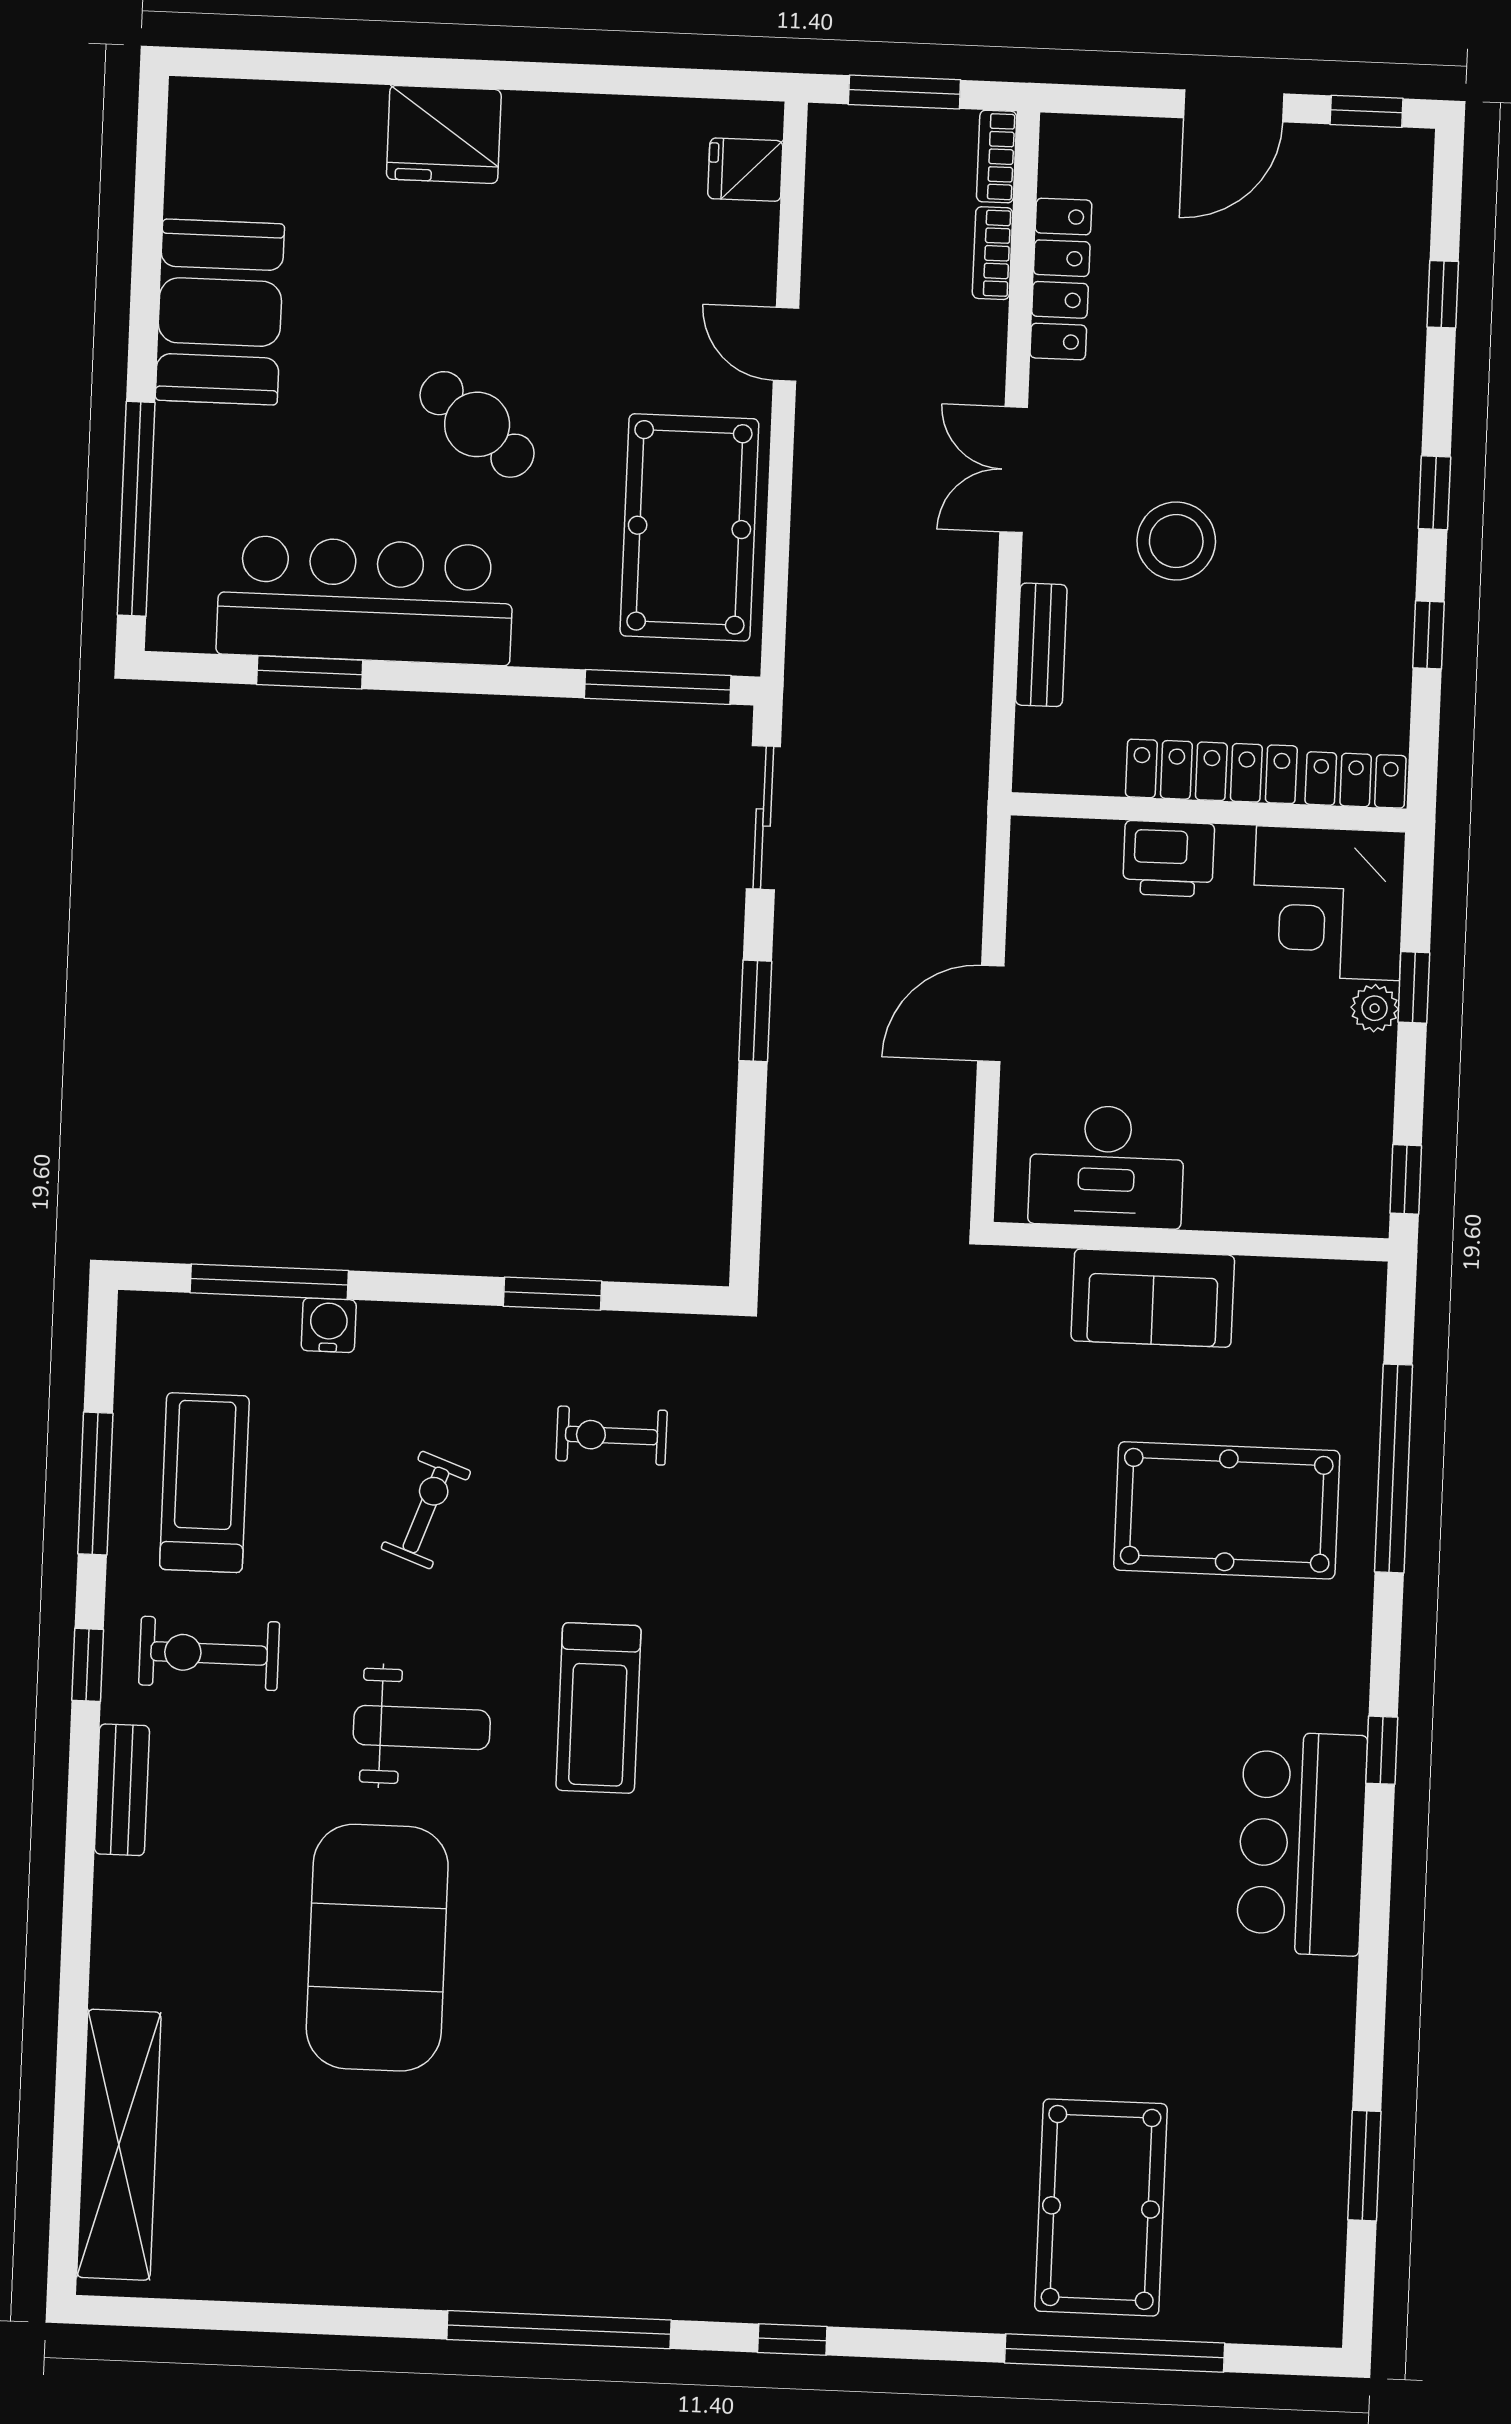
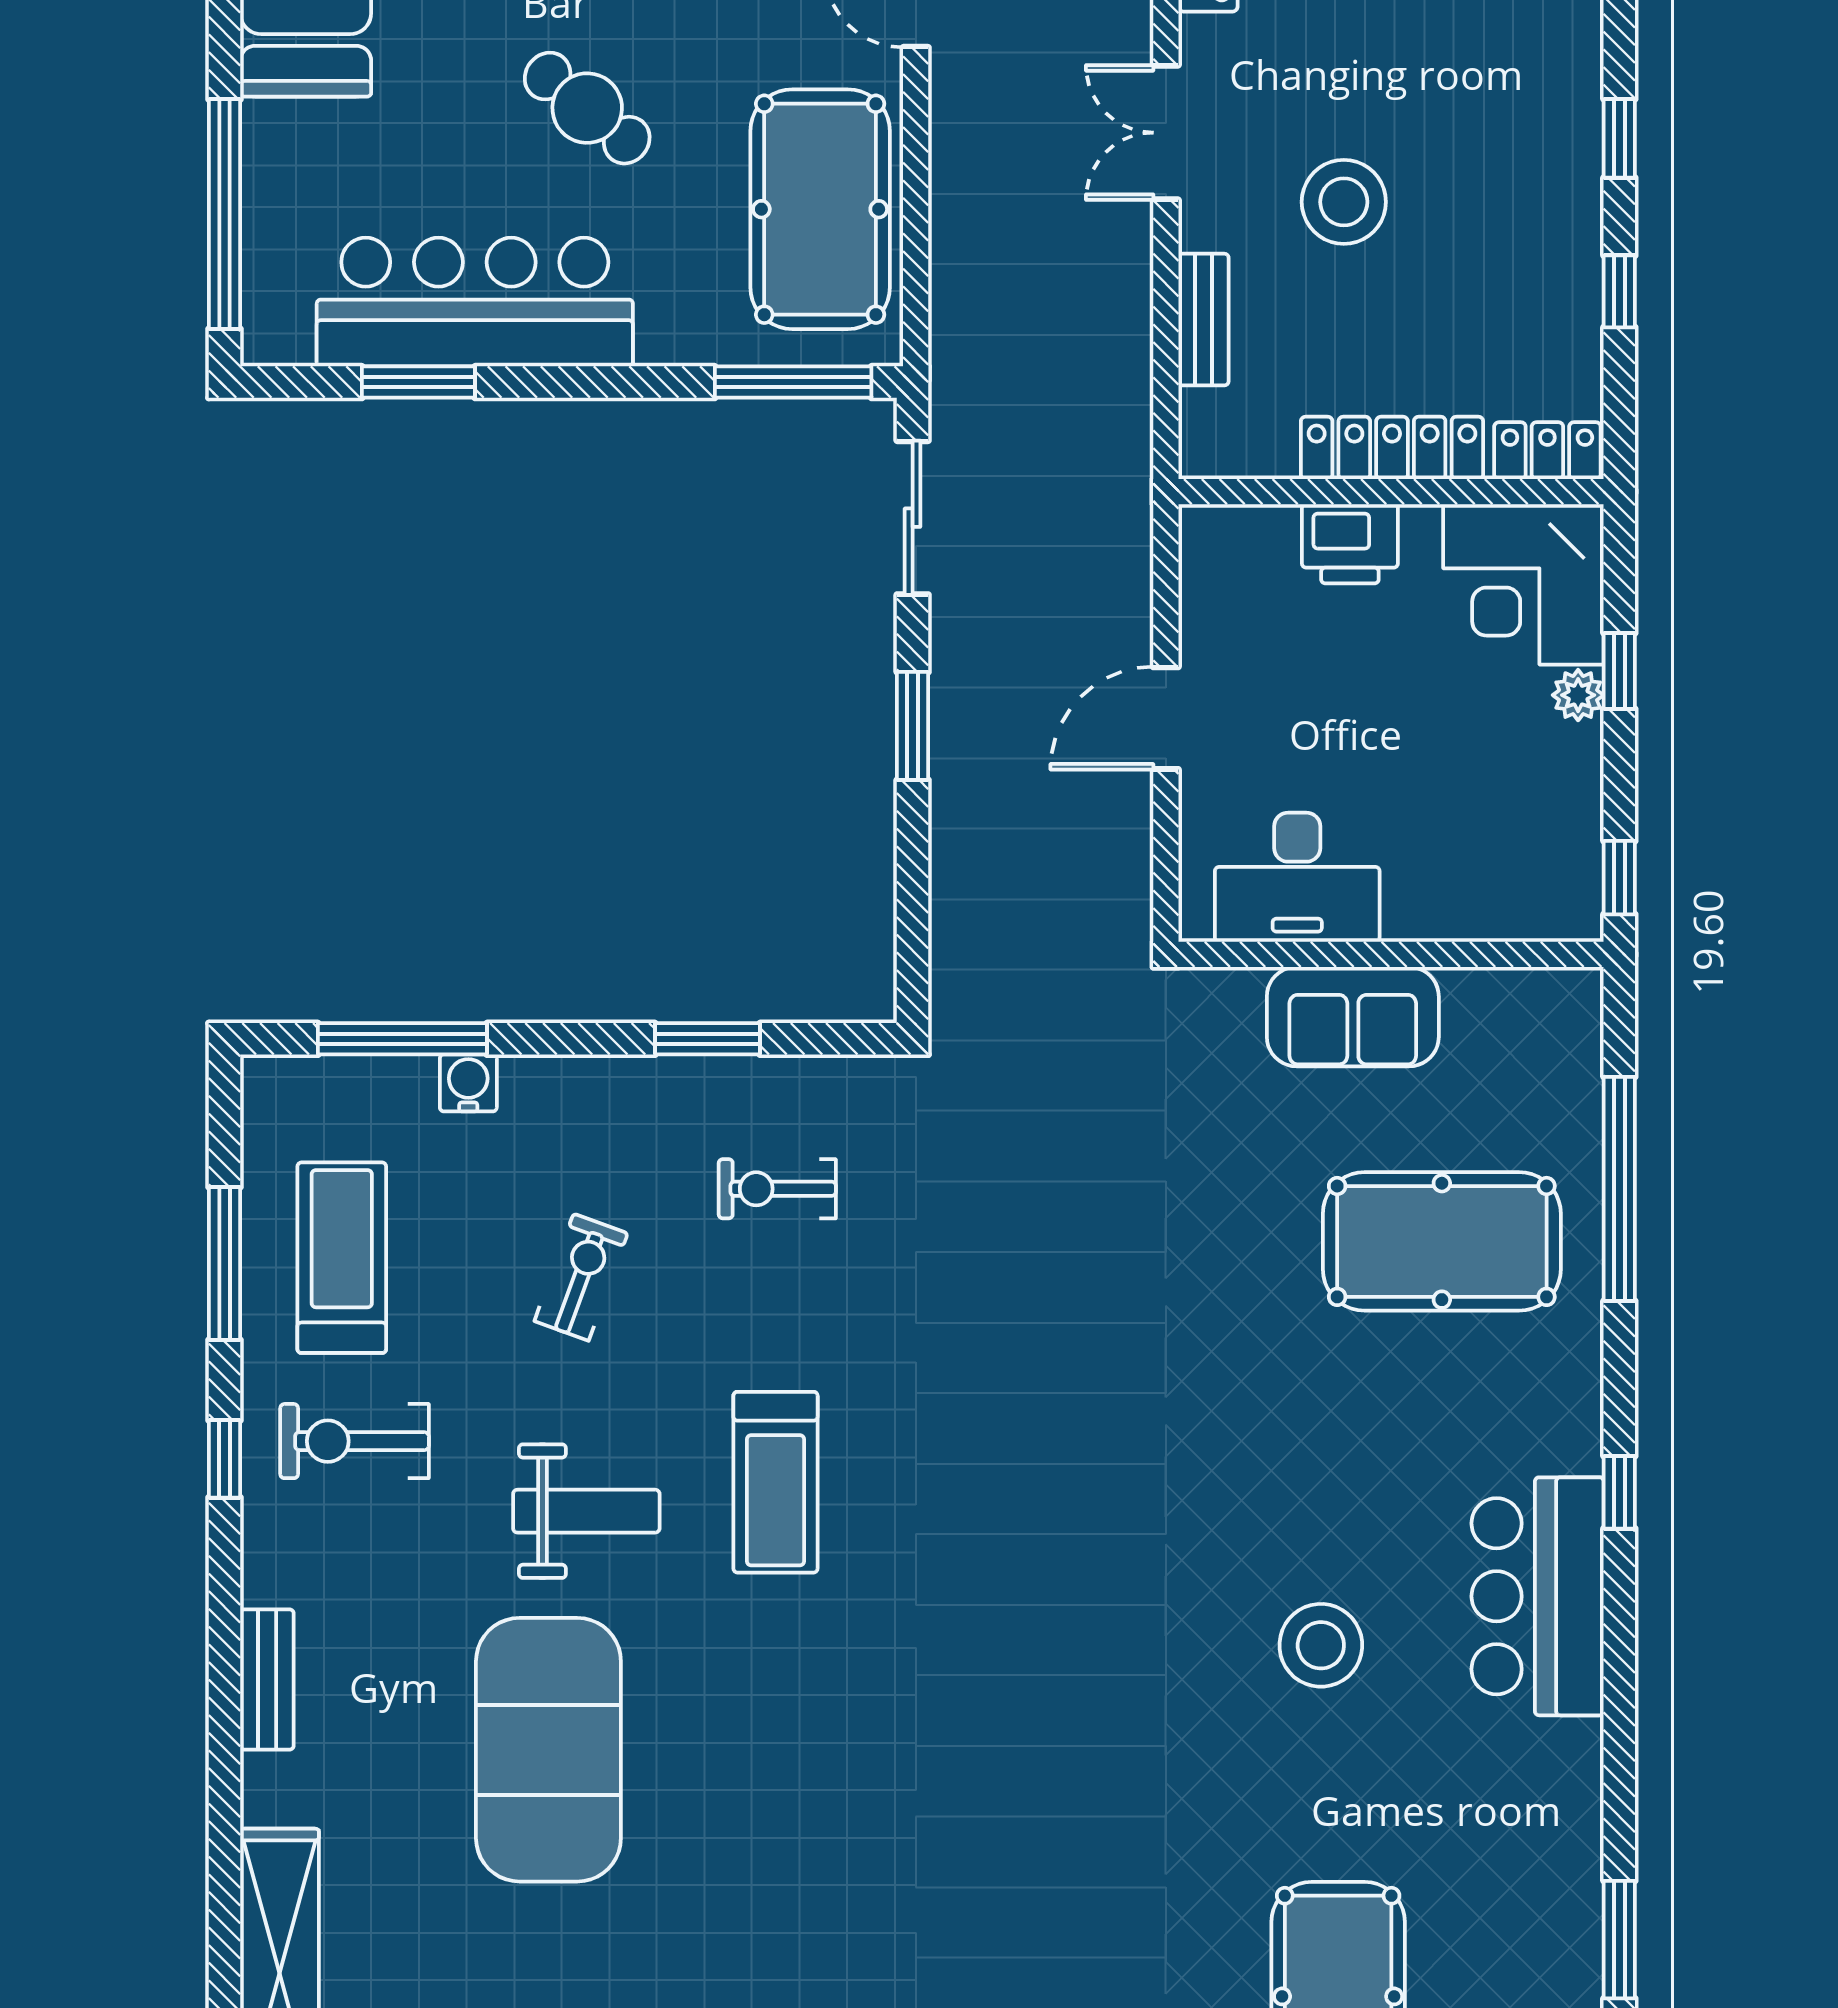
bench: (122, 1790) -> (267, 1680), moved
stool: (1099, 1881) -> (1321, 1645), added

